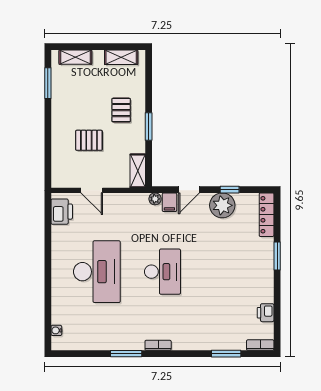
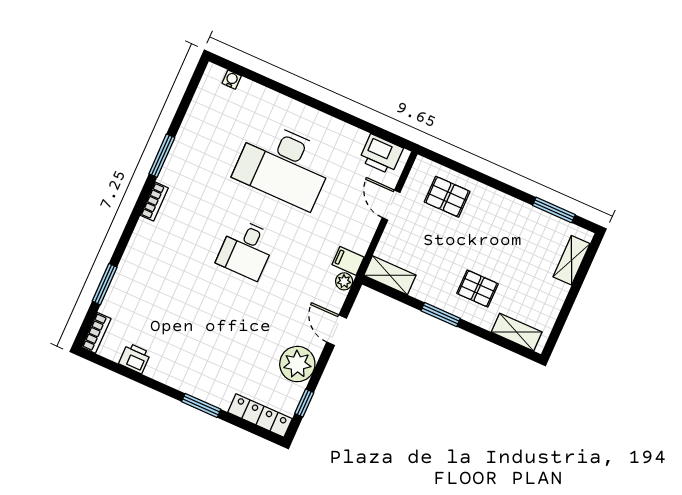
shelving: (121, 57) -> (517, 332), moved, turned 90
pallet: (89, 140) -> (447, 197), moved, turned 90
door: (92, 190) -> (391, 205), hinge flipped
window: (230, 190) -> (304, 403), moved
filing cabinet: (169, 202) -> (348, 261), moved
desk: (162, 272) -> (246, 249), width x0.73

